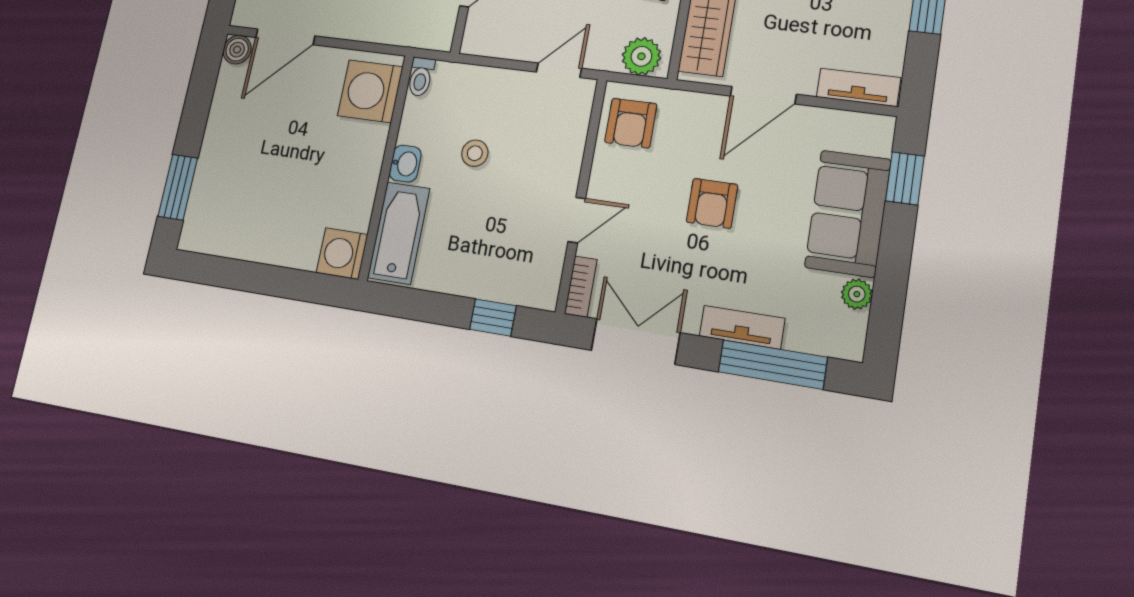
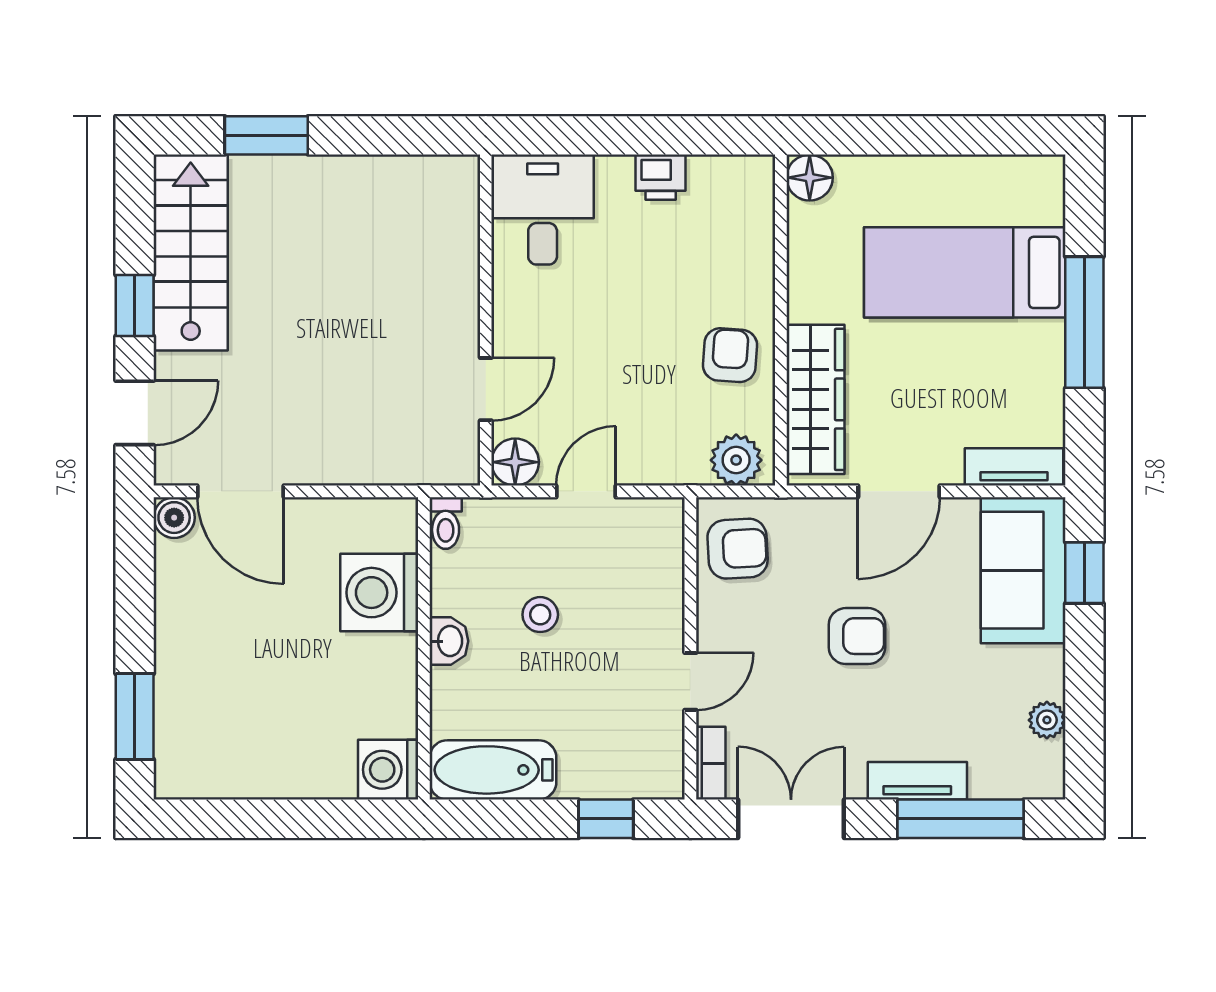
door: (285, 37) -> (240, 491), hinge flipped
floor lamp: (479, 39) -> (515, 462), added
door: (559, 70) -> (586, 491), moved
washing machine: (370, 91) -> (379, 593), moved
armchair: (631, 123) -> (738, 549), turned -93
armchair: (712, 203) -> (857, 636), turned -90
sofa: (848, 213) -> (1023, 570), moved
bathtub: (399, 233) -> (493, 770), moved, turned -90

